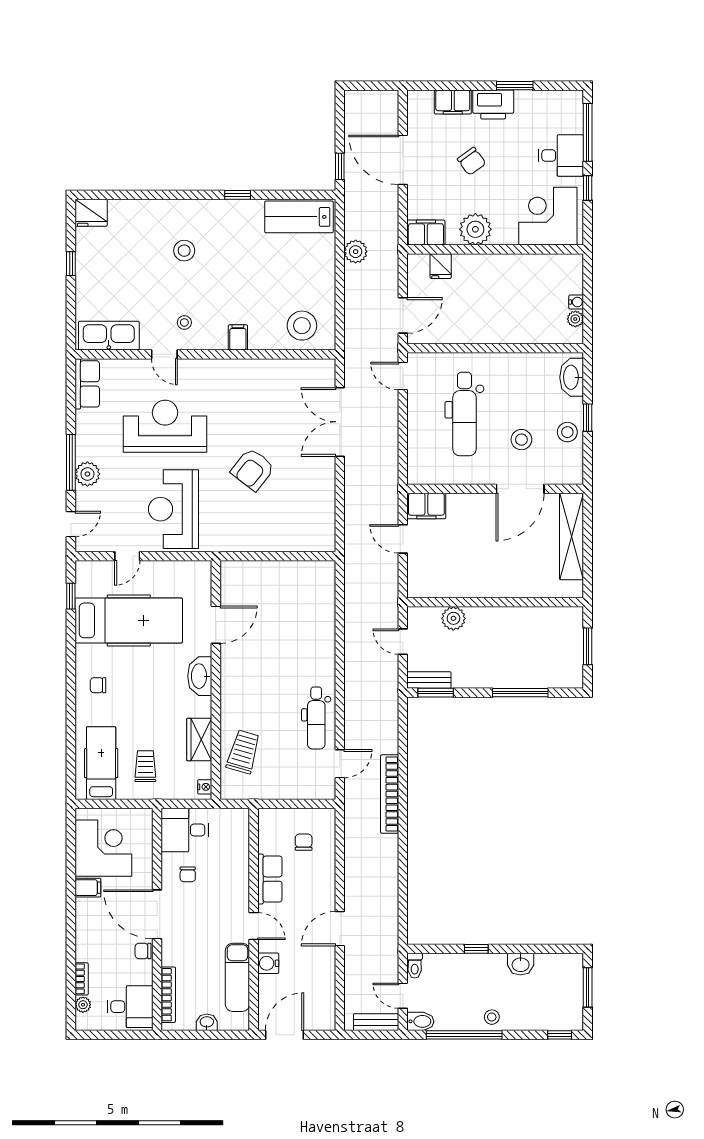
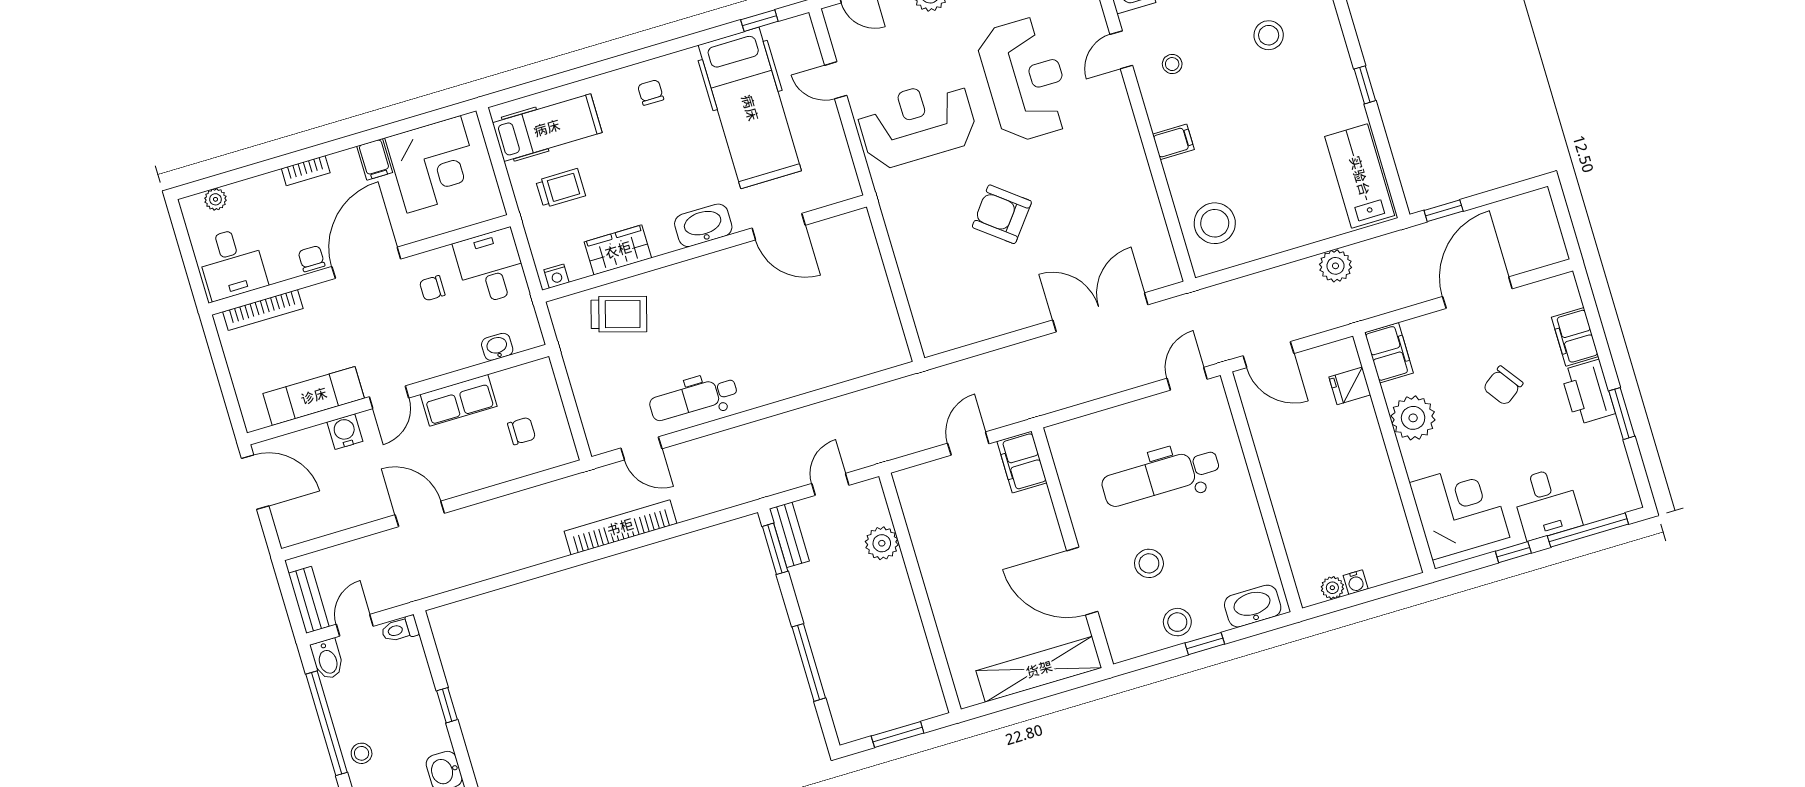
bookcase: (82, 979) -> (306, 171), moved
washbasin: (207, 1022) -> (497, 347), moved, turned -90

